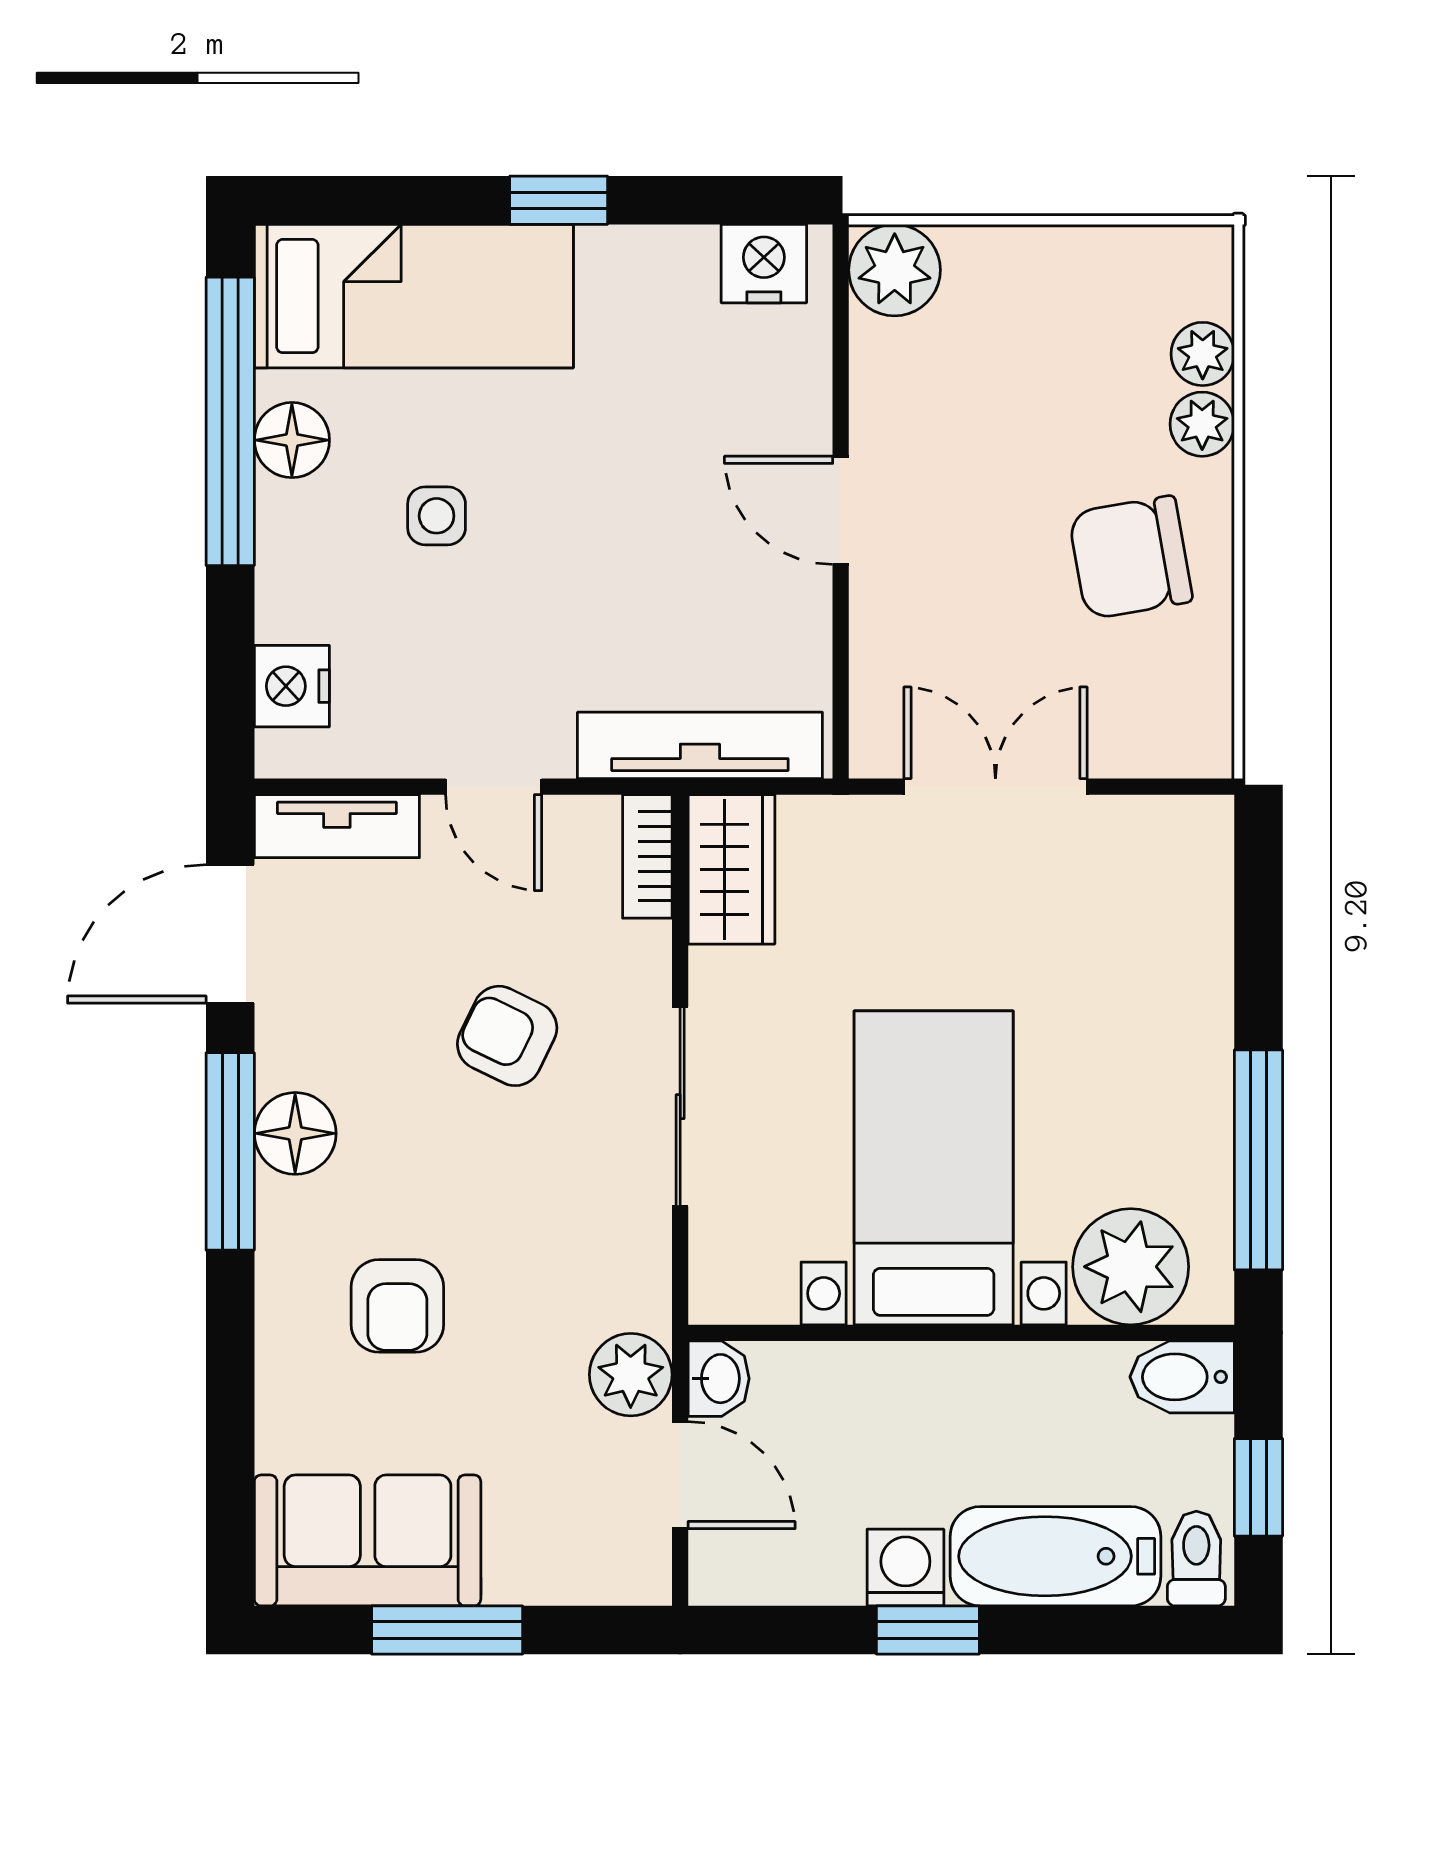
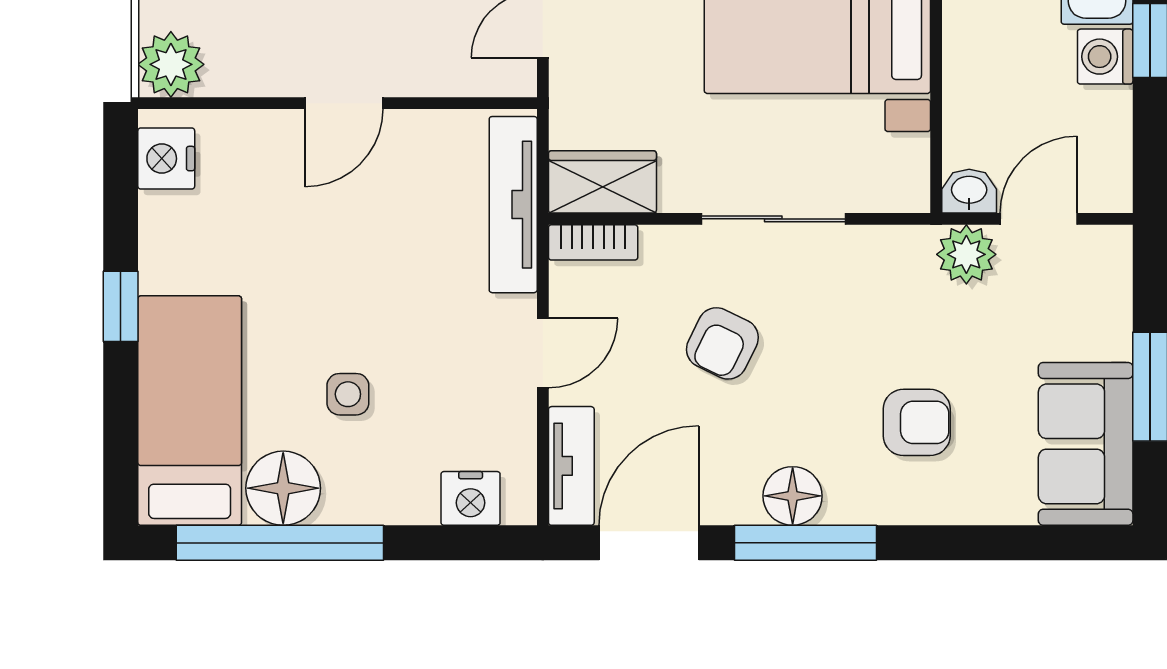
floor lamp: (292, 440) -> (283, 488), width x1.38, depth x1.38
door: (230, 934) -> (649, 543), swing flipped

